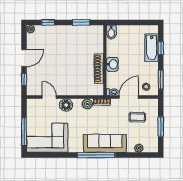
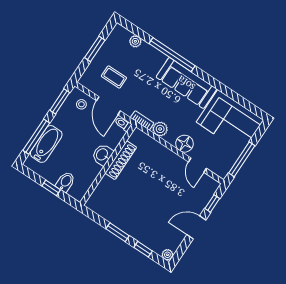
window: (81, 22) -> (118, 232), moved
window: (130, 22) -> (51, 188), added
bidet: (111, 32) -> (65, 182), moved
window: (161, 48) -> (36, 137), width x2.17
door: (129, 97) -> (108, 106), hinge flipped
window: (24, 132) -> (242, 159), moved
sofa: (105, 143) -> (186, 83), moved
window: (96, 155) -> (172, 55), moved

